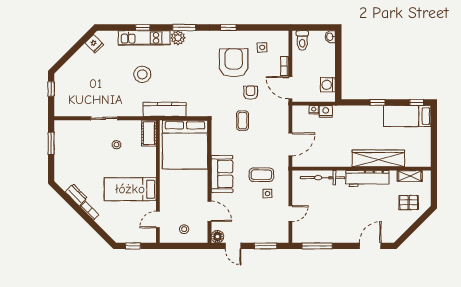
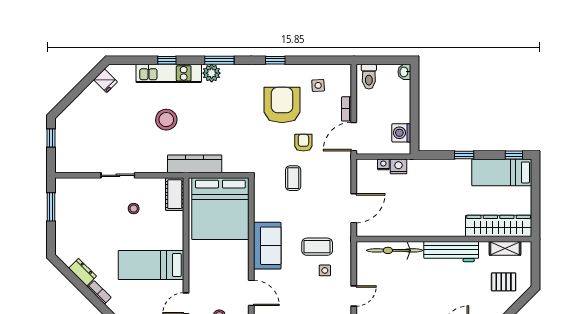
door: (290, 88) -> (354, 137), hinge flipped
wardrobe: (378, 158) -> (499, 226), moved

